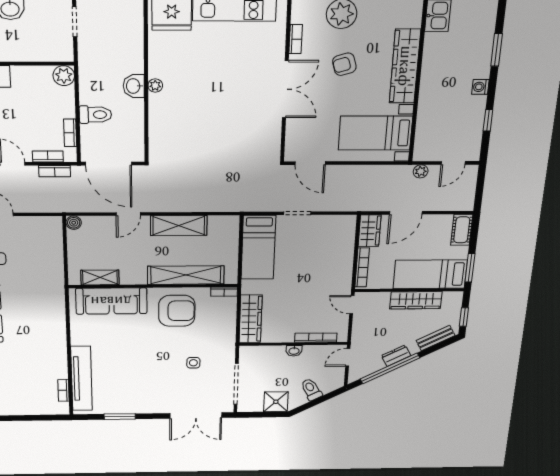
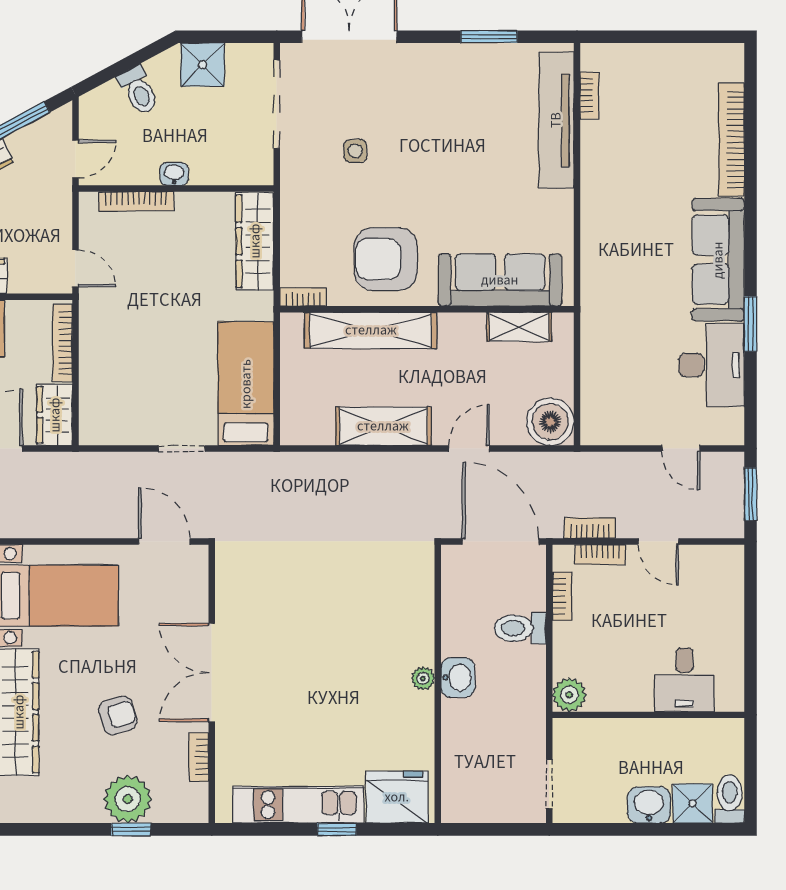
boiler: (74, 223) -> (550, 422), width x1.86, depth x1.86

